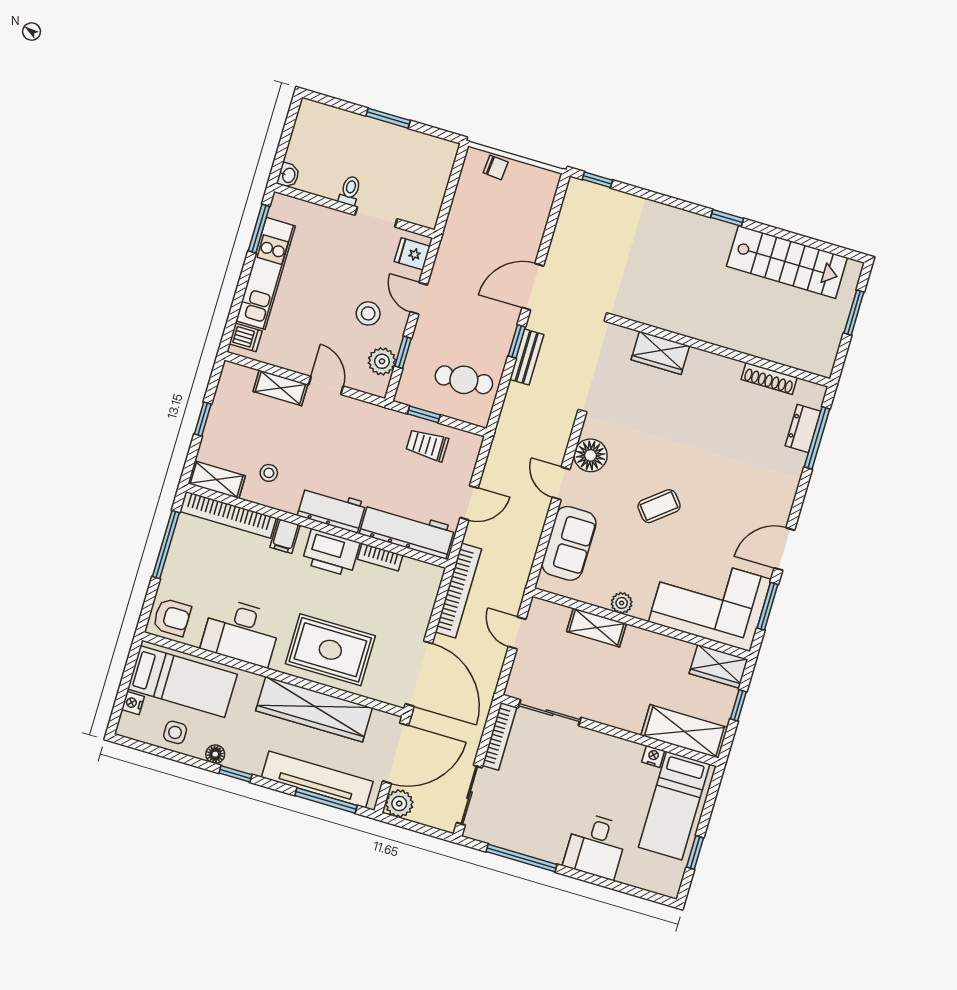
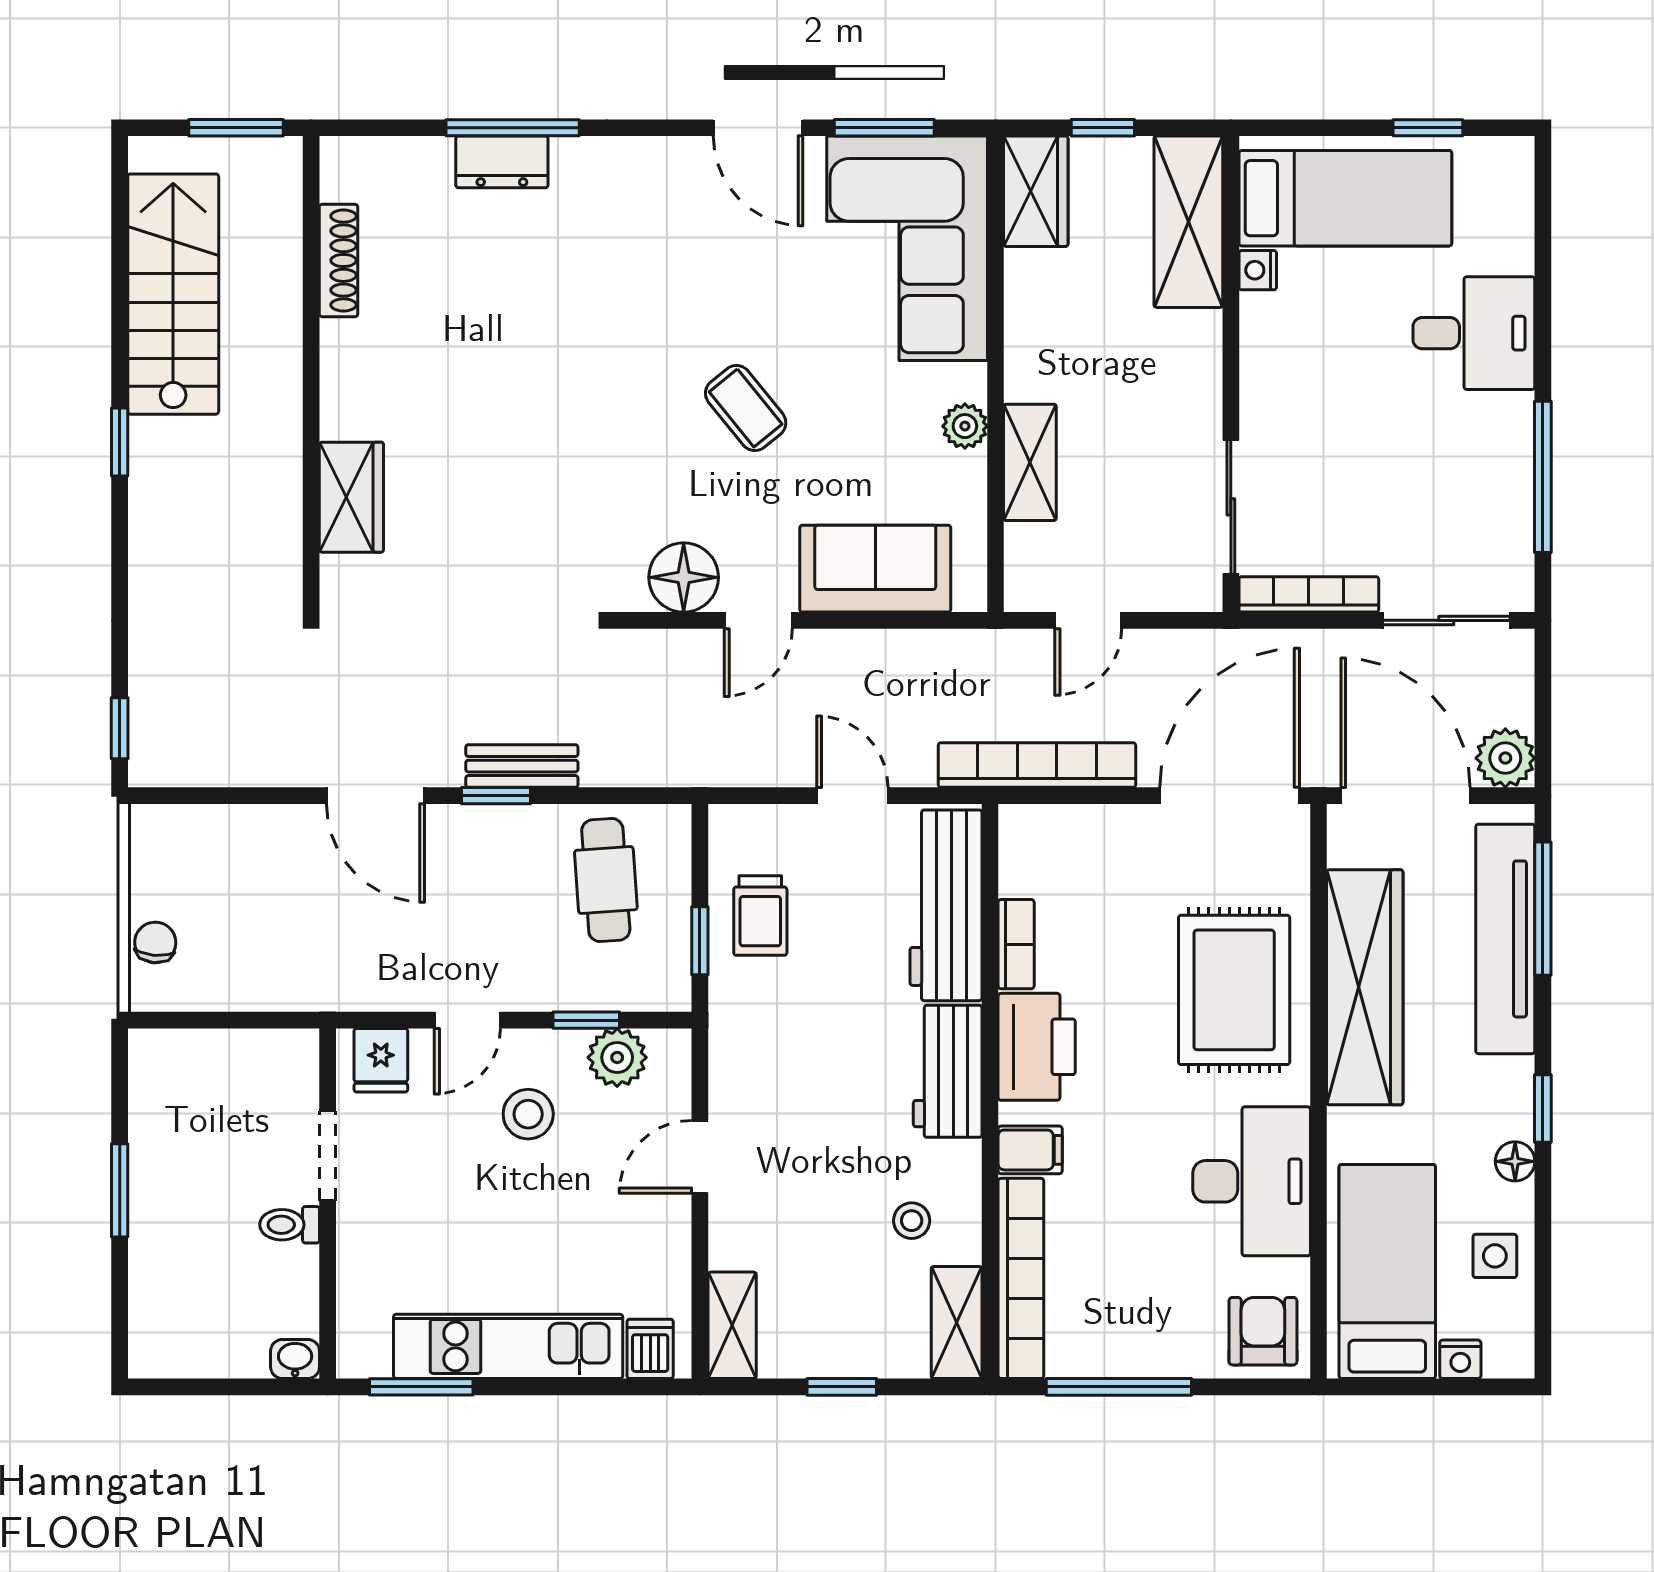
wall: (721, 351) -> (311, 374), moved
wardrobe: (660, 353) -> (351, 497), moved
shoe rack: (769, 379) -> (339, 260), moved
shelving: (280, 388) -> (732, 1325), moved

